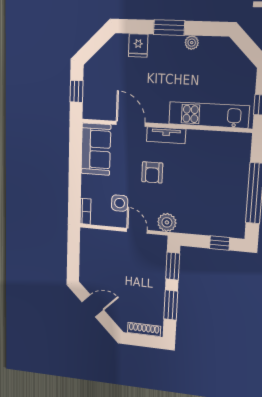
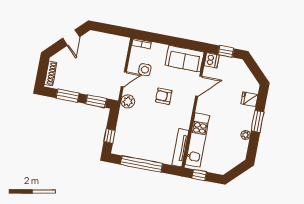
dishwasher: (92, 110) -> (212, 60), added
tv unit: (166, 135) -> (180, 148), moved, width x1.41

